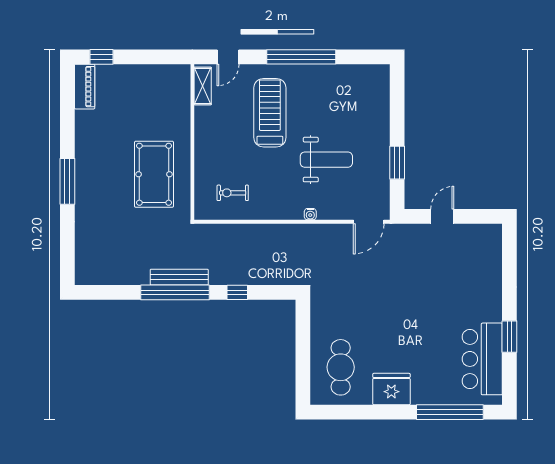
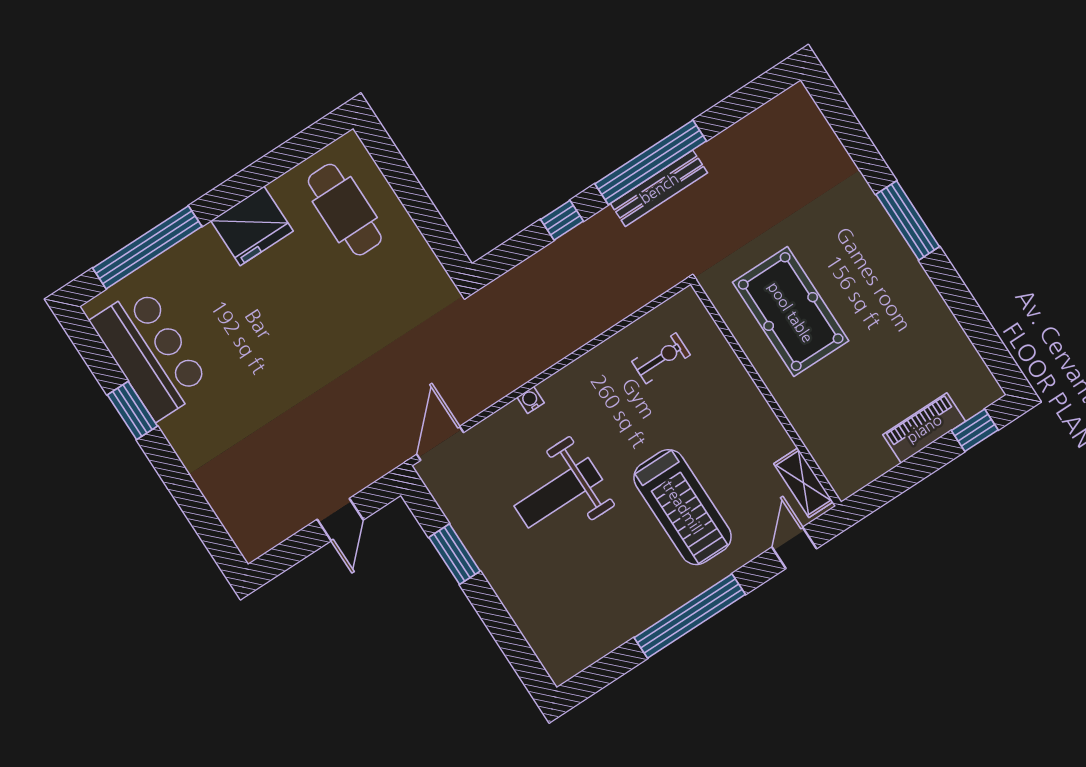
piano: (85, 87) -> (924, 428), moved, turned 90

